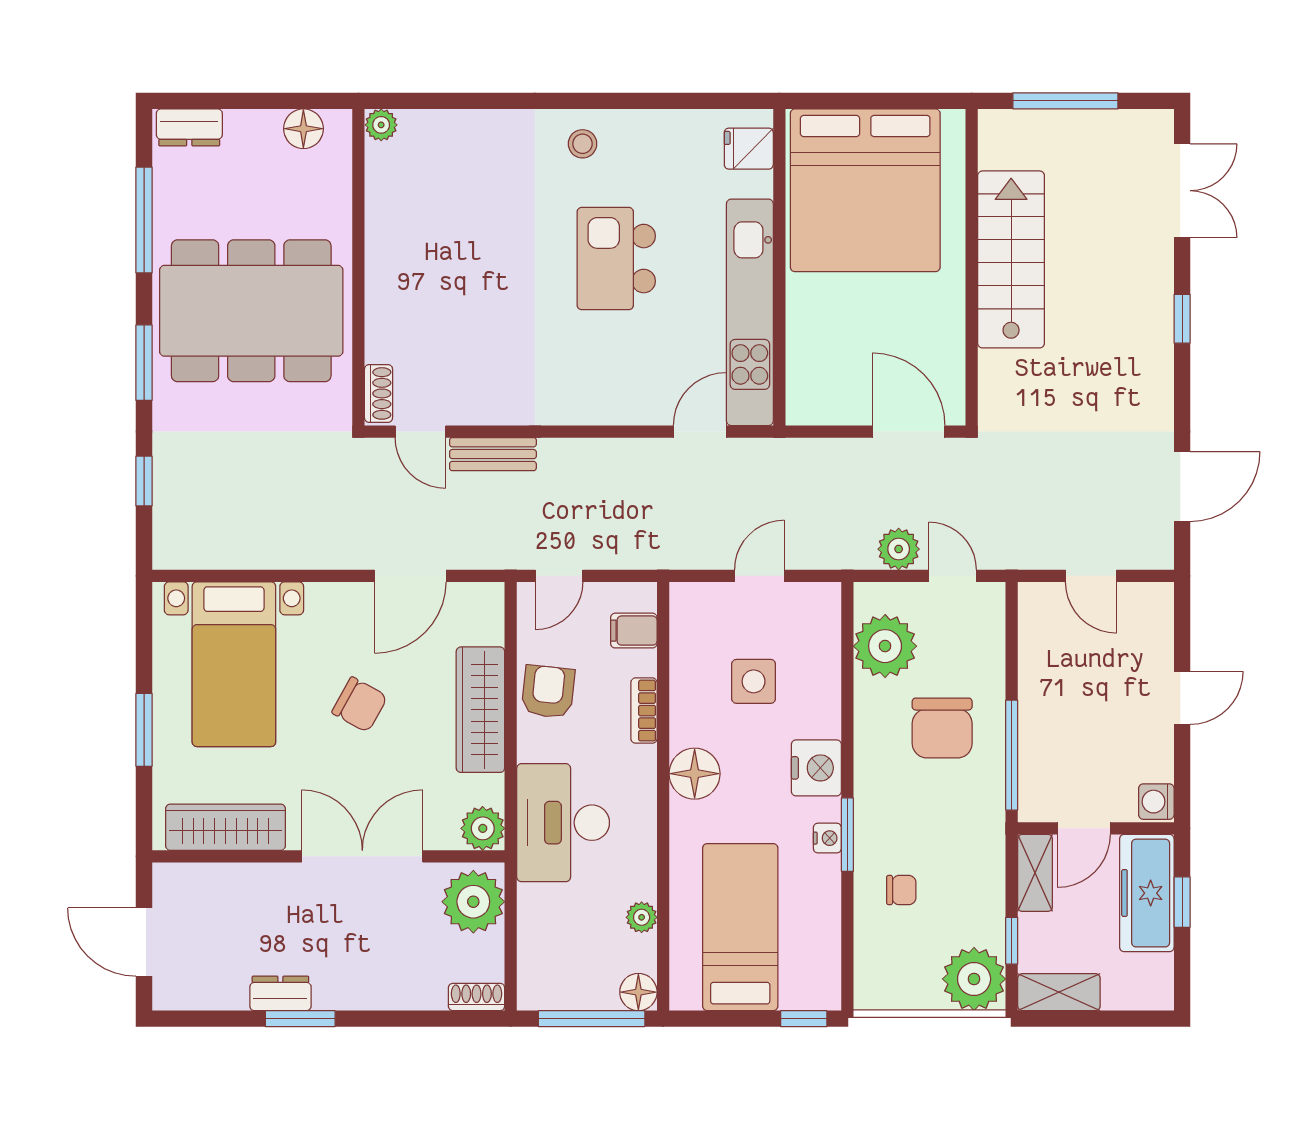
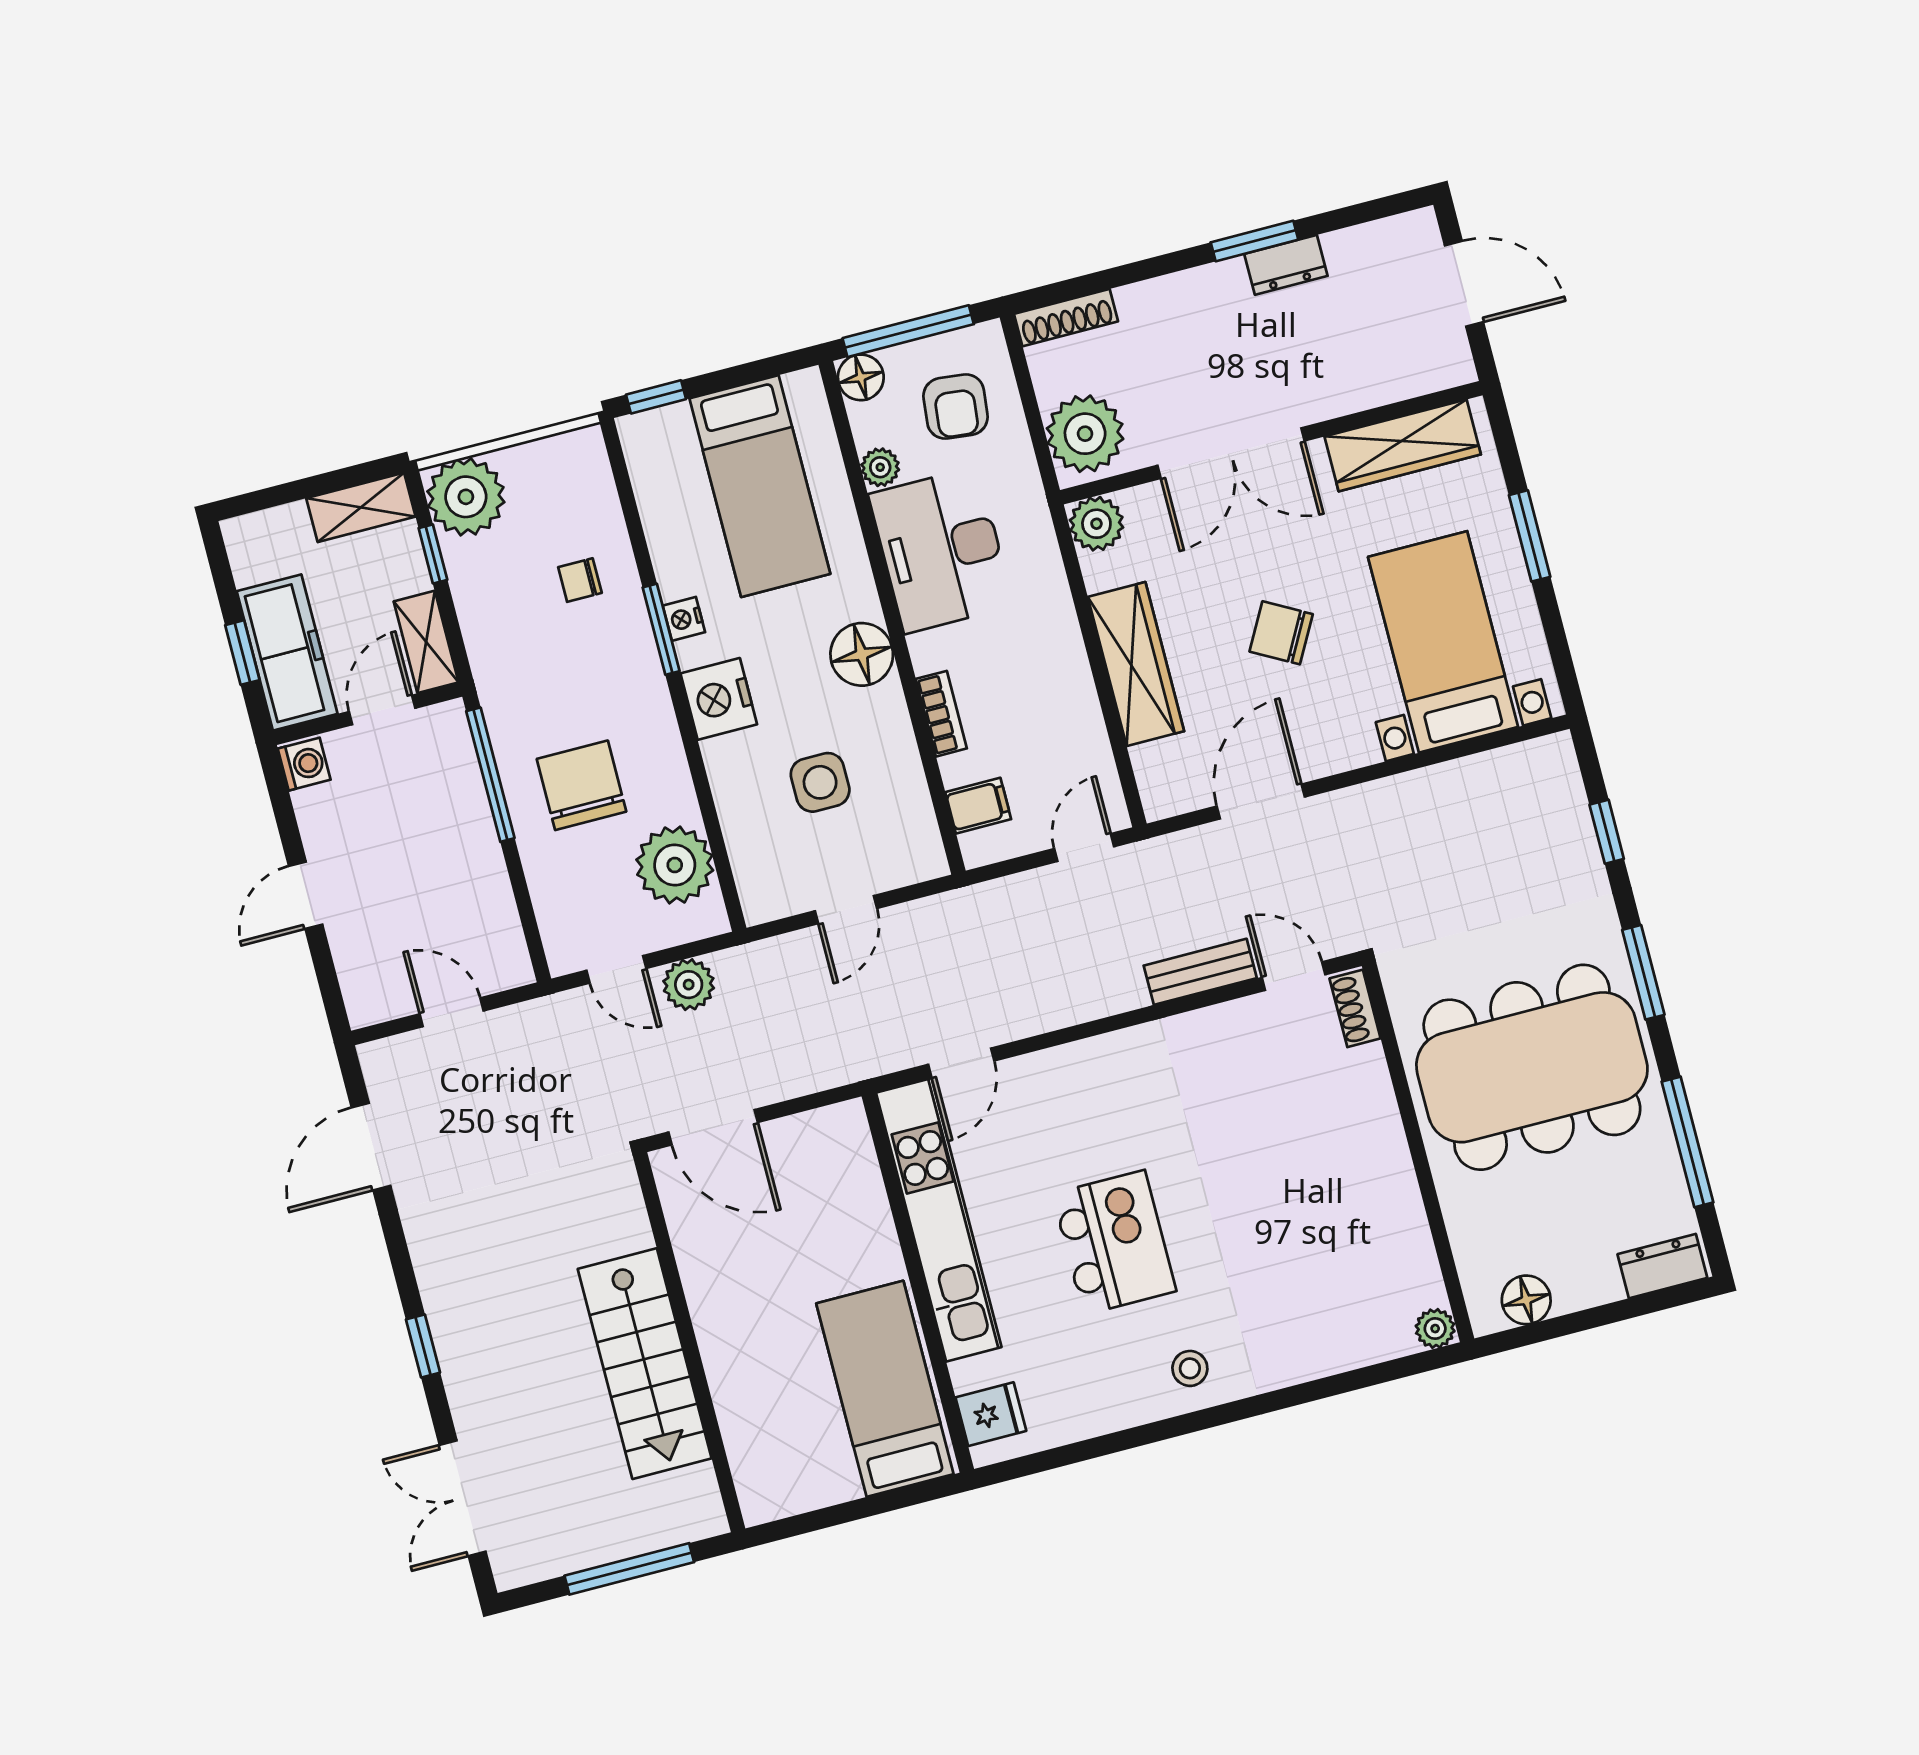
bed: (865, 190) -> (885, 1389), width x0.49
armchair: (548, 692) -> (956, 406), moved
desk: (563, 823) -> (941, 550), moved, turned 180
shoe rack: (477, 997) -> (1066, 318), width x1.43

